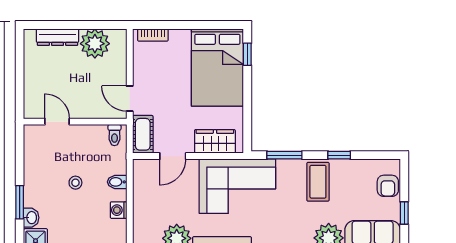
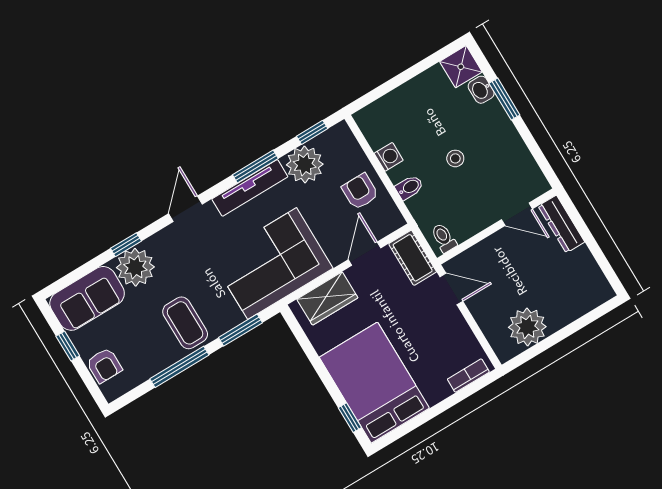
dresser: (57, 37) -> (561, 224), moved, turned -90
window: (339, 155) -> (179, 367), width x2.17
armchair: (388, 186) -> (104, 365), turned 180
armchair: (151, 199) -> (360, 192), added

